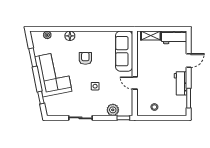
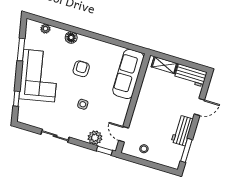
door: (135, 83) -> (124, 134), moved

